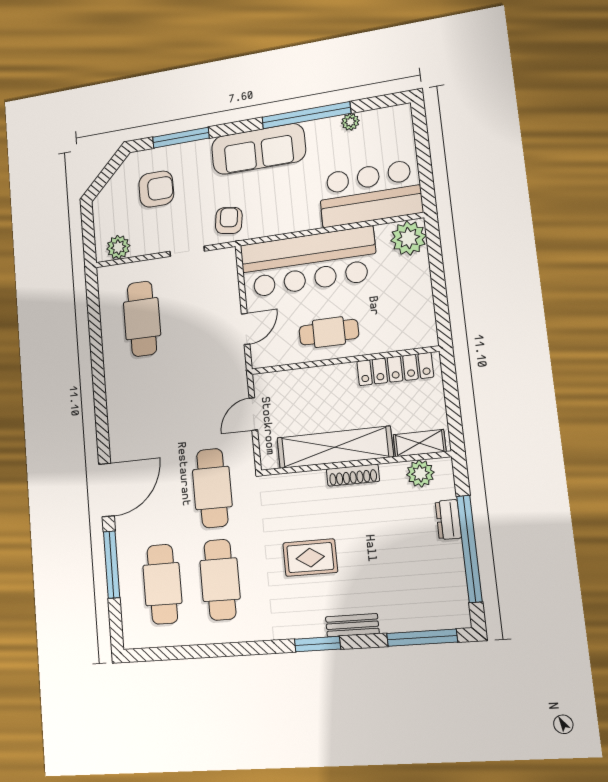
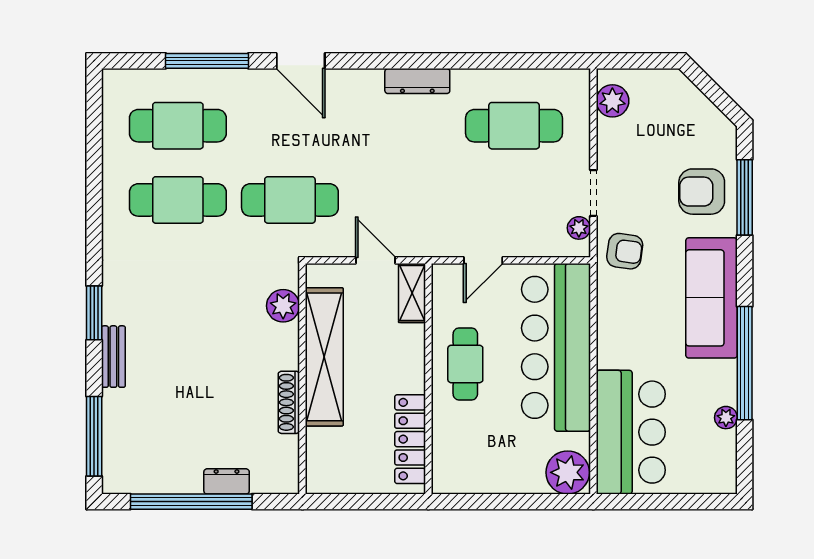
armchair: (156, 189) -> (702, 192), moved, turned 90
plant: (214, 258) -> (579, 228), added
door: (246, 329) -> (483, 260), hinge flipped
dresser: (115, 397) -> (417, 81), added
shelving: (420, 443) -> (412, 293), moved
plant: (420, 473) -> (283, 306), moved
shoe rack: (353, 475) -> (289, 402), moved
door: (106, 490) -> (301, 61), width x0.73
rug: (310, 558) -> (196, 314), removed

